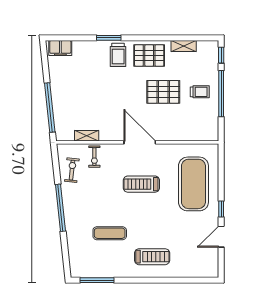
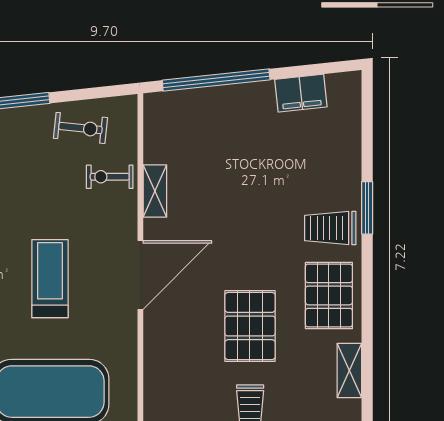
filing cabinet: (60, 48) -> (301, 93), moved, turned -96
shelving: (87, 136) -> (155, 191), moved

